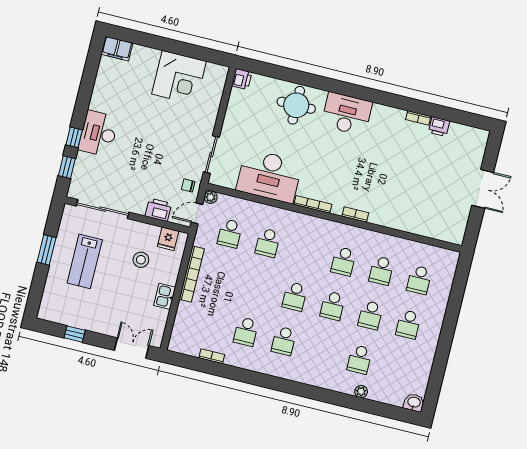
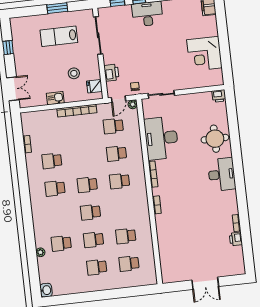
door: (197, 213) -> (118, 99), swing flipped
school desk: (343, 261) -> (120, 181), moved

